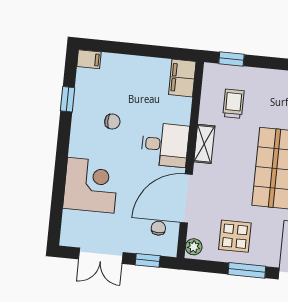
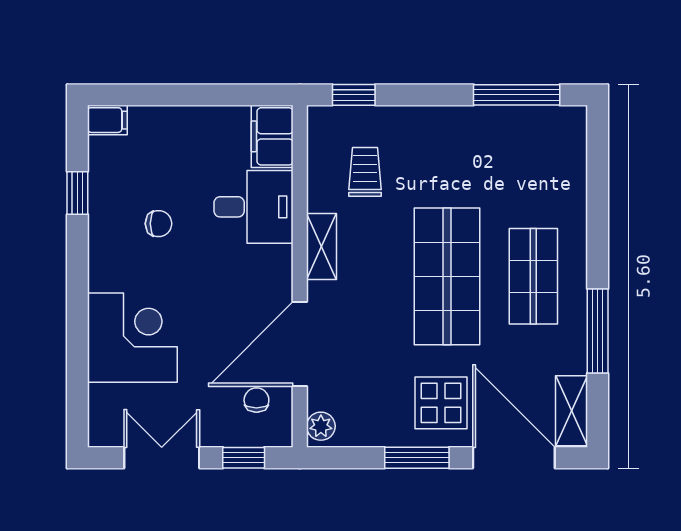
desk: (165, 145) -> (254, 207), moved
display table: (235, 236) -> (441, 403), moved
double door: (101, 256) -> (162, 458), swing flipped

